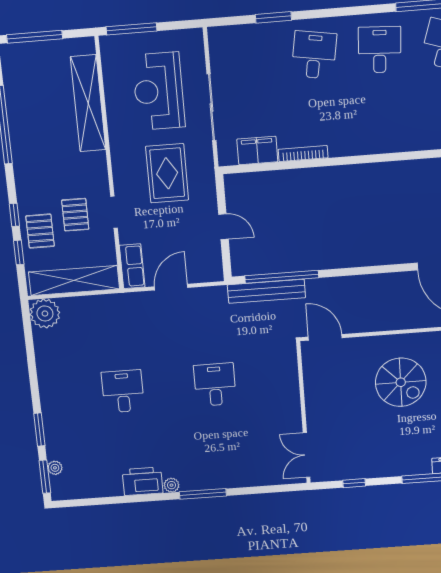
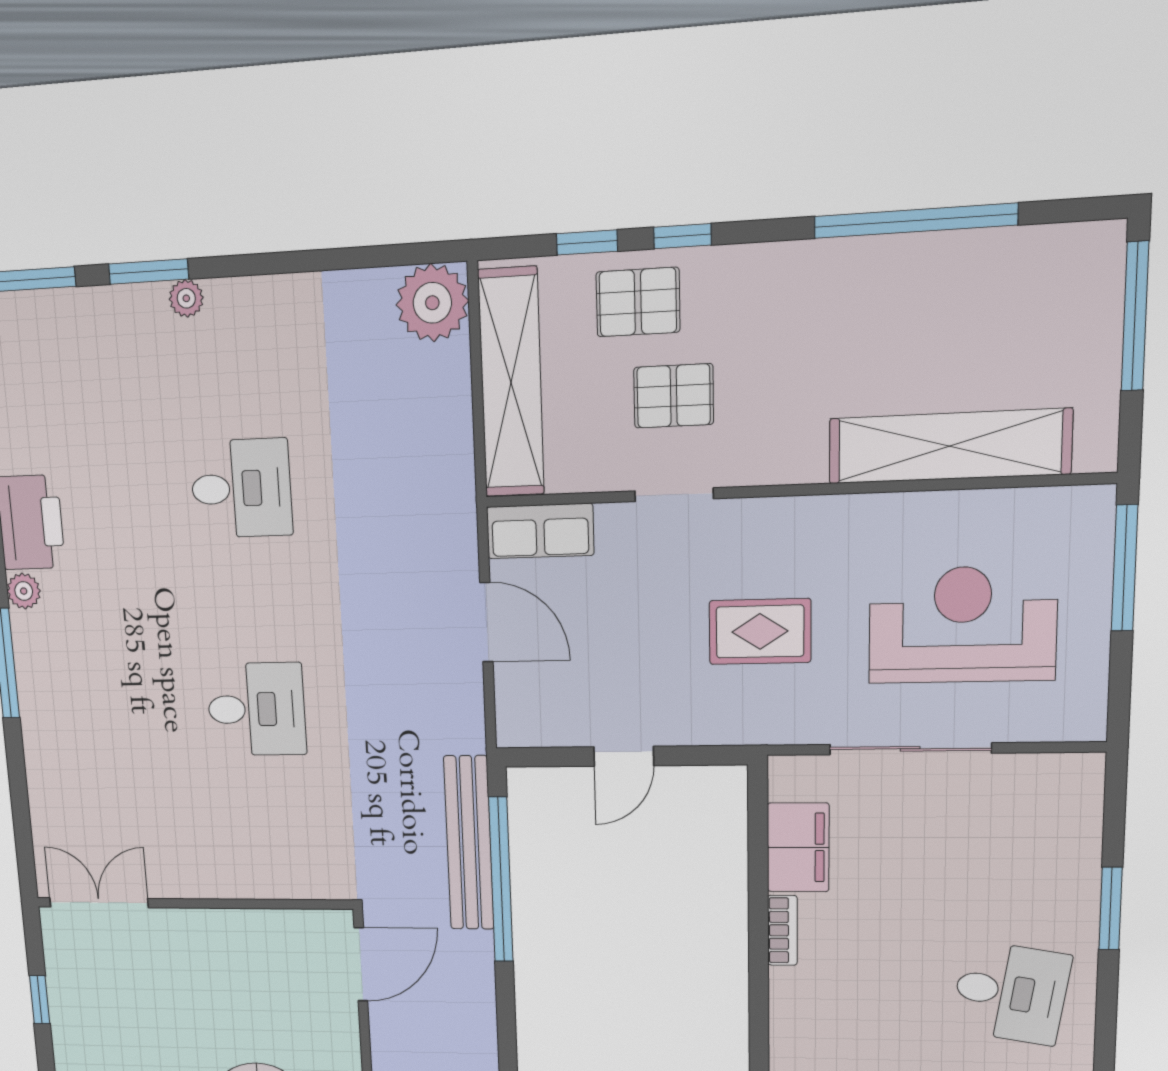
bookcase: (303, 154) -> (782, 930), width x0.64
rug: (167, 173) -> (760, 632), width x0.73, depth x0.70
plant: (55, 468) -> (186, 298), moved

